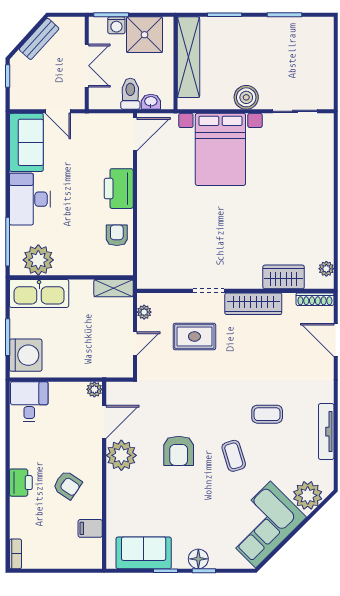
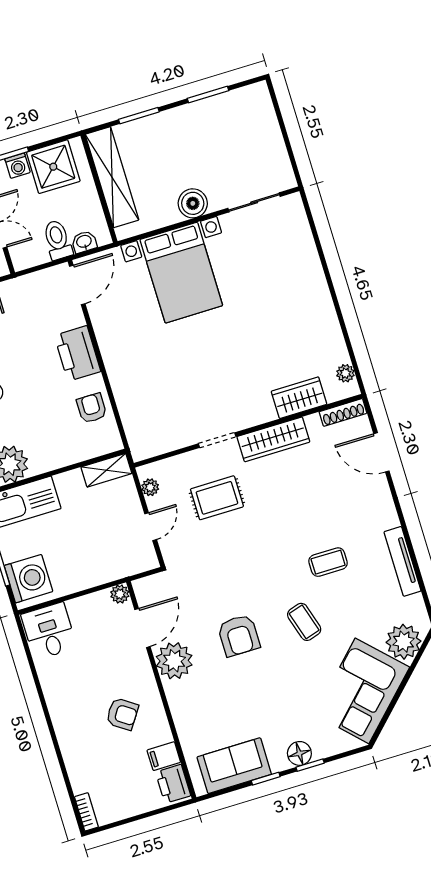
printer: (21, 483) -> (173, 784), moved, turned 180

